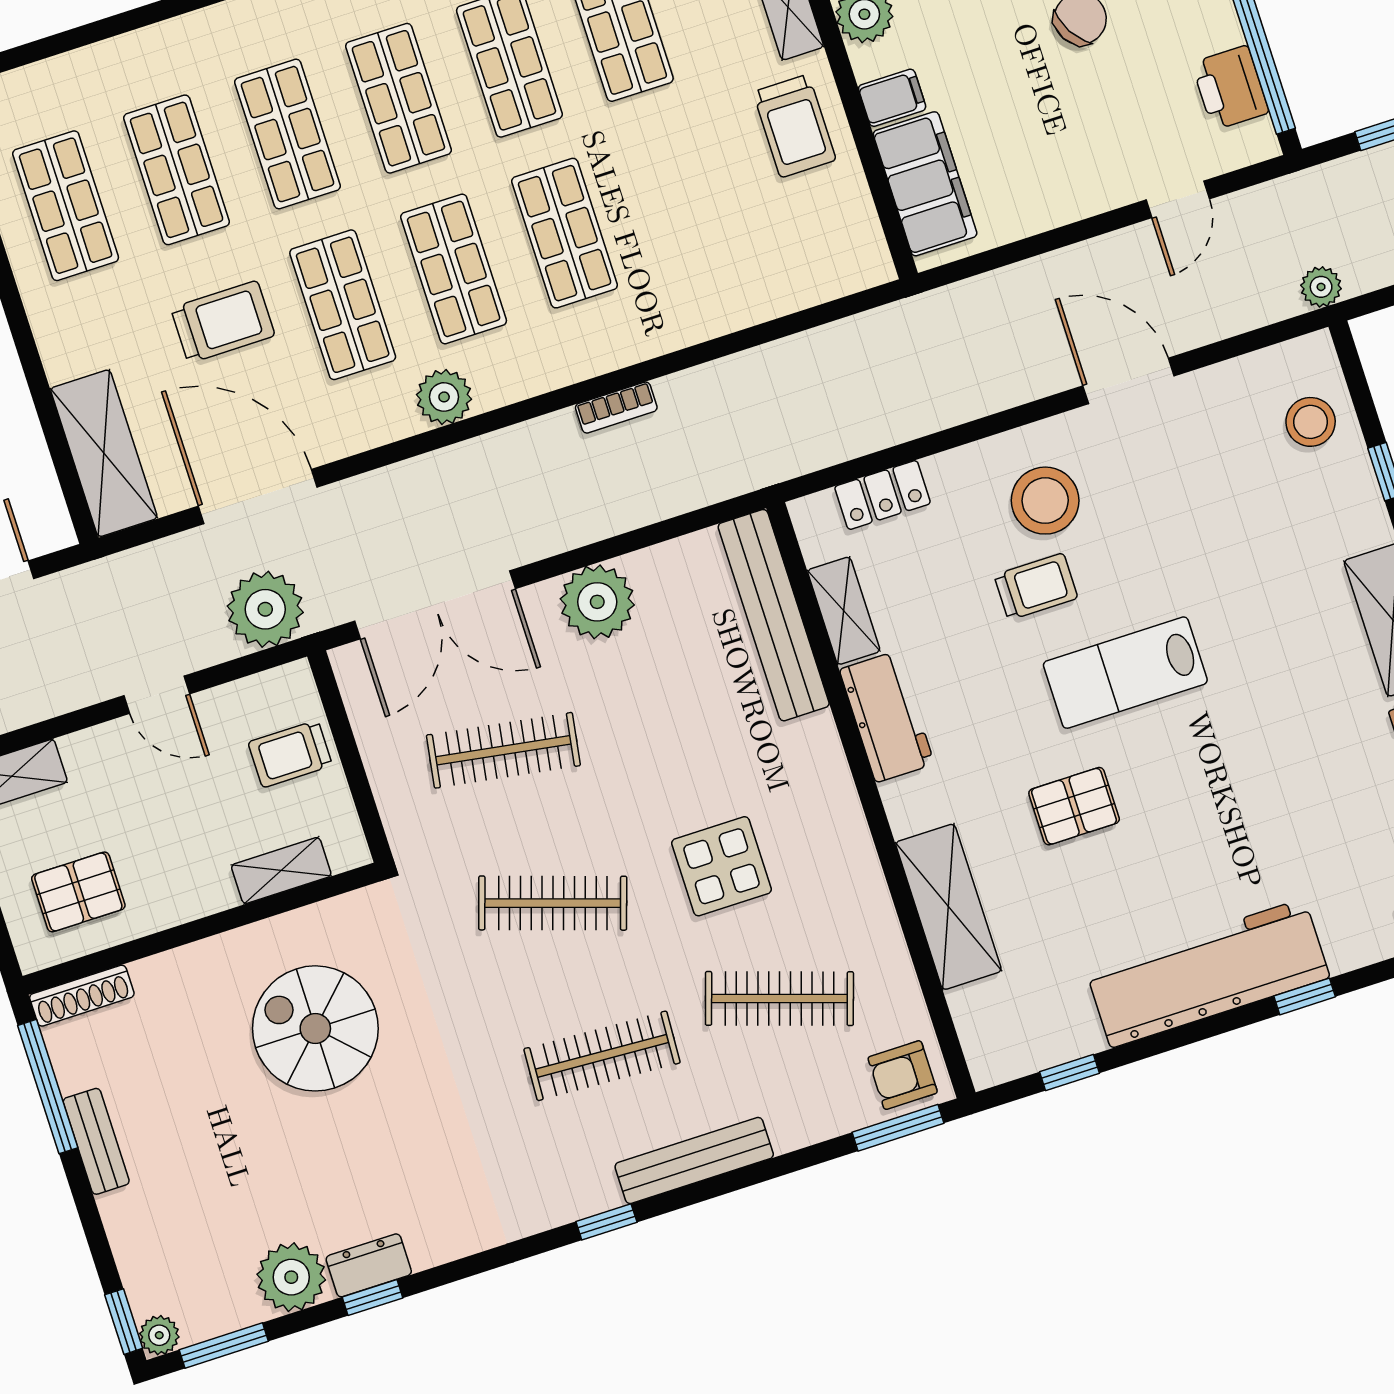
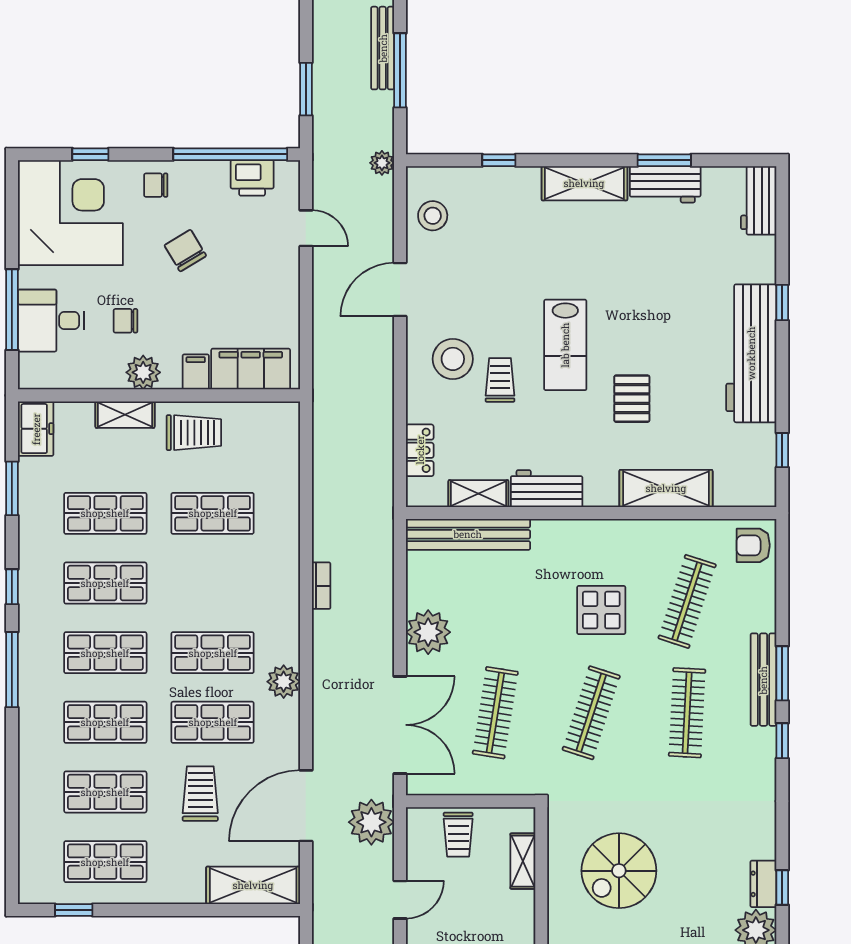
shop shelf: (565, 233) -> (213, 513), moved
stool: (1311, 422) -> (433, 216), moved
armchair: (903, 1075) -> (753, 545), turned 90
window: (898, 1128) -> (782, 673), moved

